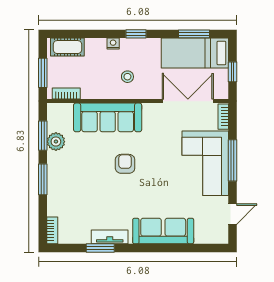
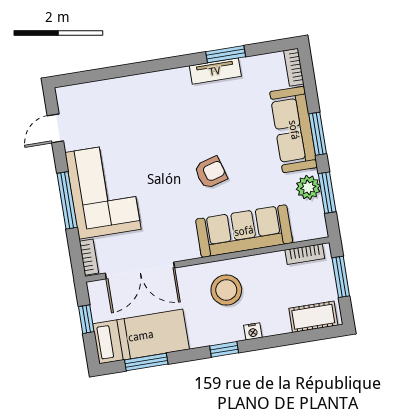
stool: (127, 77) -> (226, 290), width x1.89, depth x1.89
armchair: (125, 164) -> (211, 172), turned -106
sofa: (163, 231) -> (294, 130), moved, turned 90

